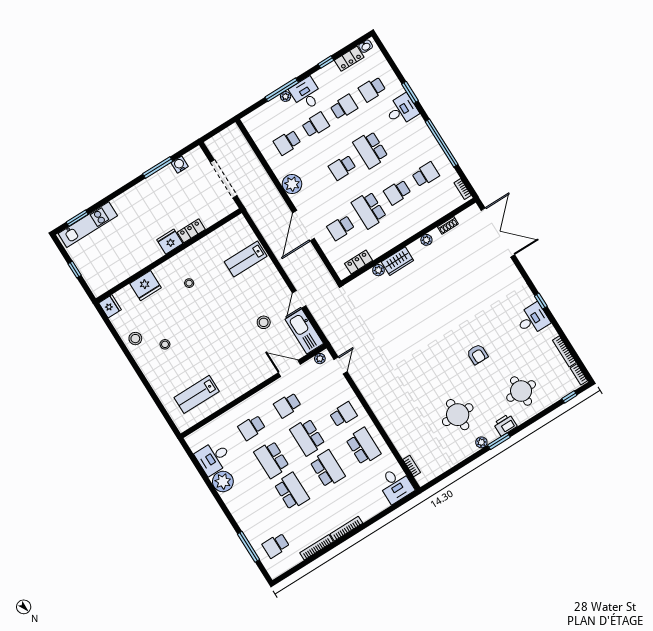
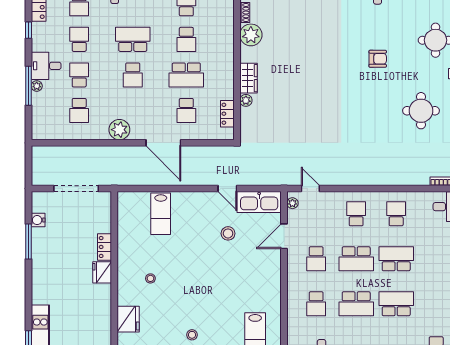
school desk: (371, 150) -> (133, 39), turned 180
plant: (426, 240) -> (251, 35), width x1.88, depth x1.88
school desk: (363, 446) -> (396, 214), width x0.54

